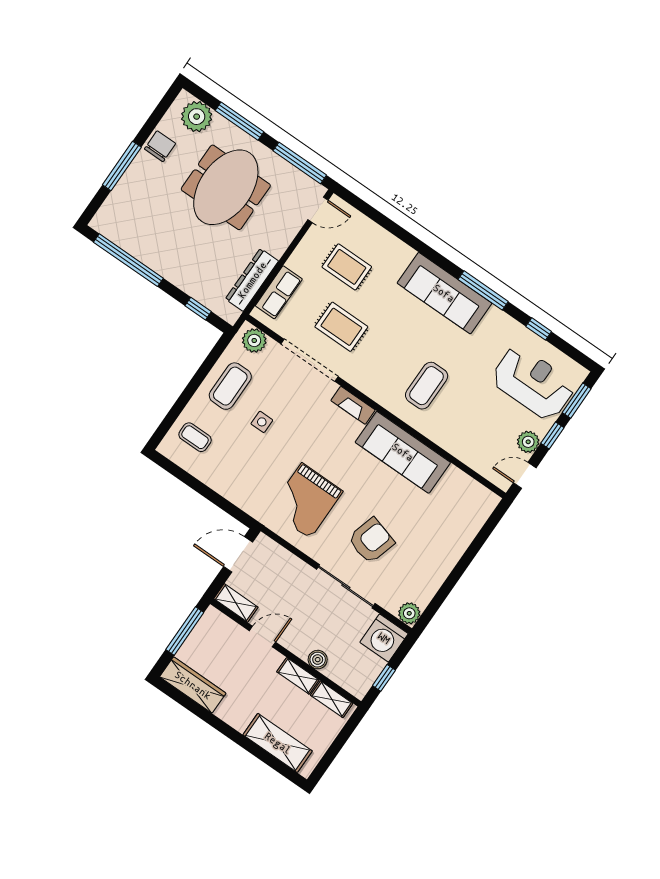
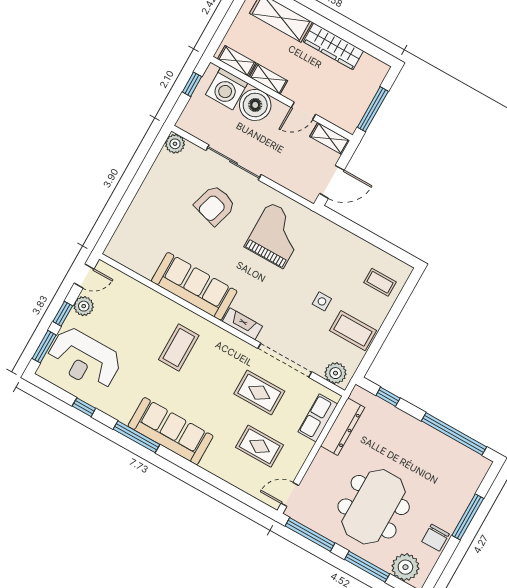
coffee table: (230, 386) -> (353, 331), turned 90
washing machine: (384, 638) -> (227, 89), moved, turned 180
boiler: (318, 660) -> (255, 105), width x1.86, depth x1.86
wardrobe: (193, 685) -> (333, 46), moved

